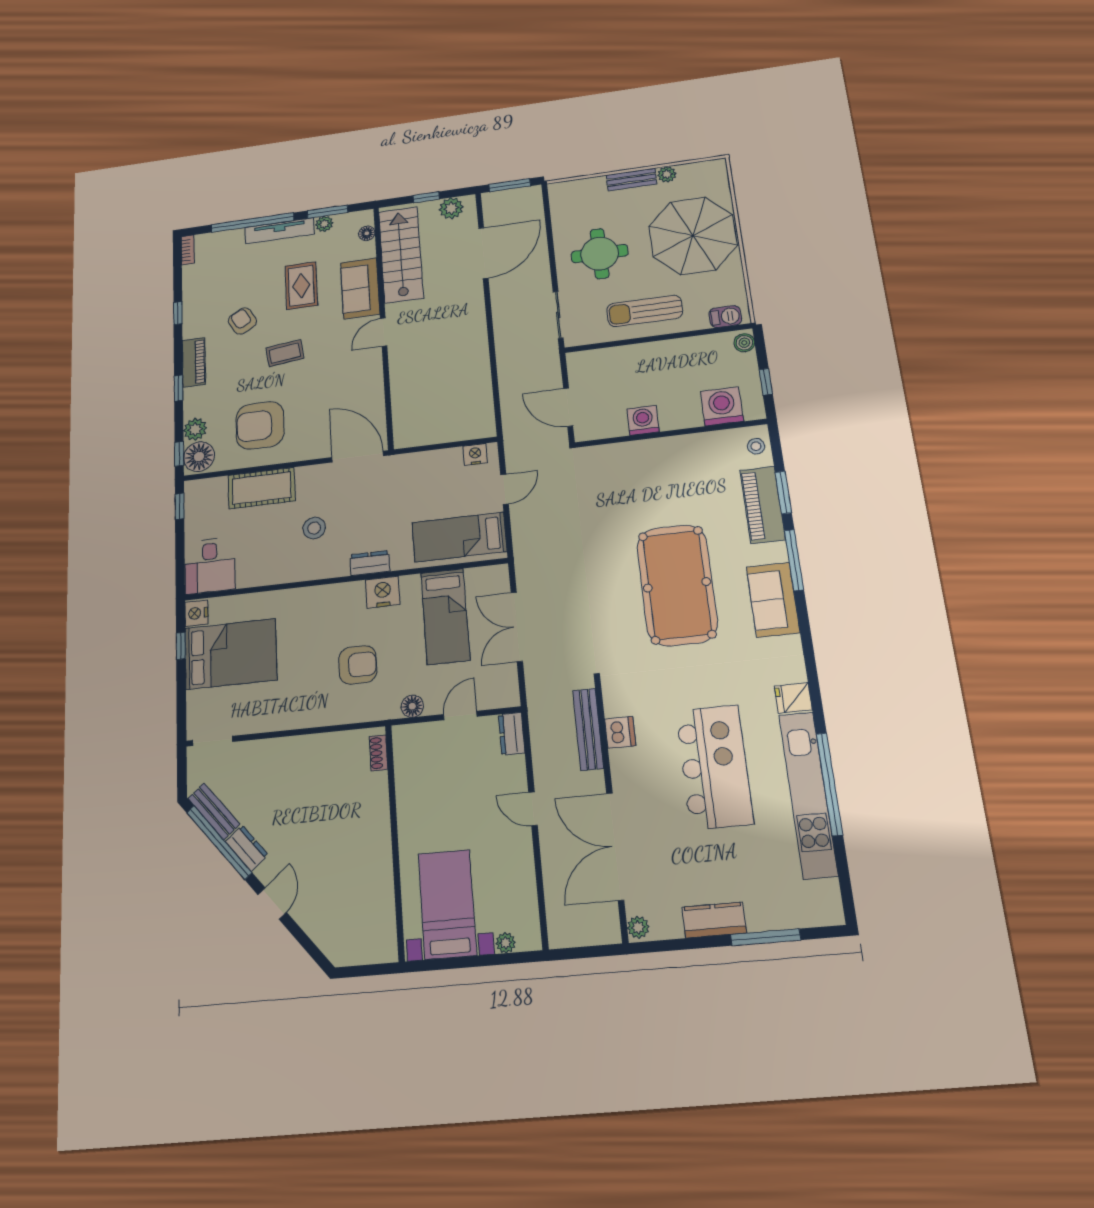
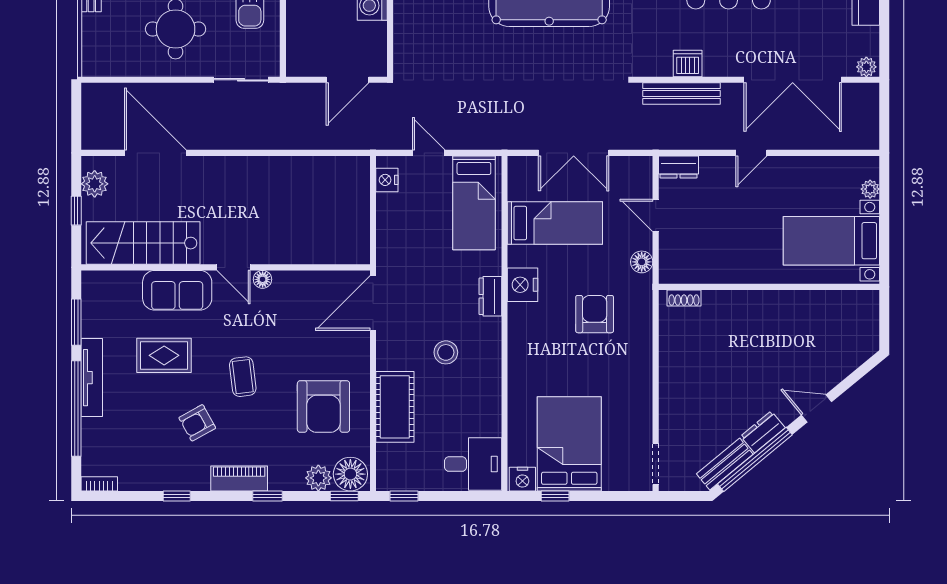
window: (510, 185) -> (76, 117), removed
plant: (324, 224) -> (91, 327), removed
floor lamp: (367, 233) -> (263, 279), moved

